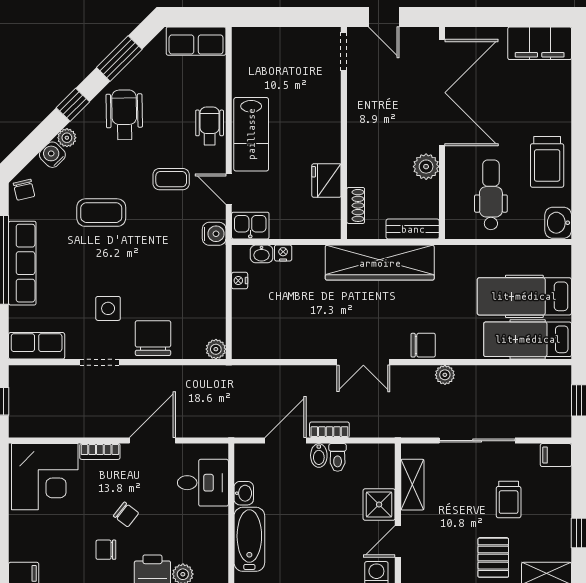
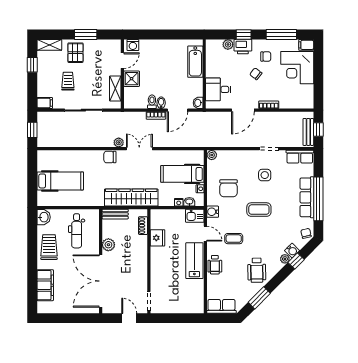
filing cabinet: (540, 43) -> (45, 285), moved, turned 90
window: (73, 105) -> (296, 261), moved
coffee table: (101, 213) -> (259, 210), moved
chair: (153, 338) -> (229, 188), moved
hospital bed: (528, 339) -> (182, 174), moved, turned 180
plant: (445, 375) -> (119, 142), moved
bench: (19, 396) -> (308, 132), added
corner desk: (45, 477) -> (297, 68), moved, turned -90
washbasin: (244, 493) -> (198, 103), moved

